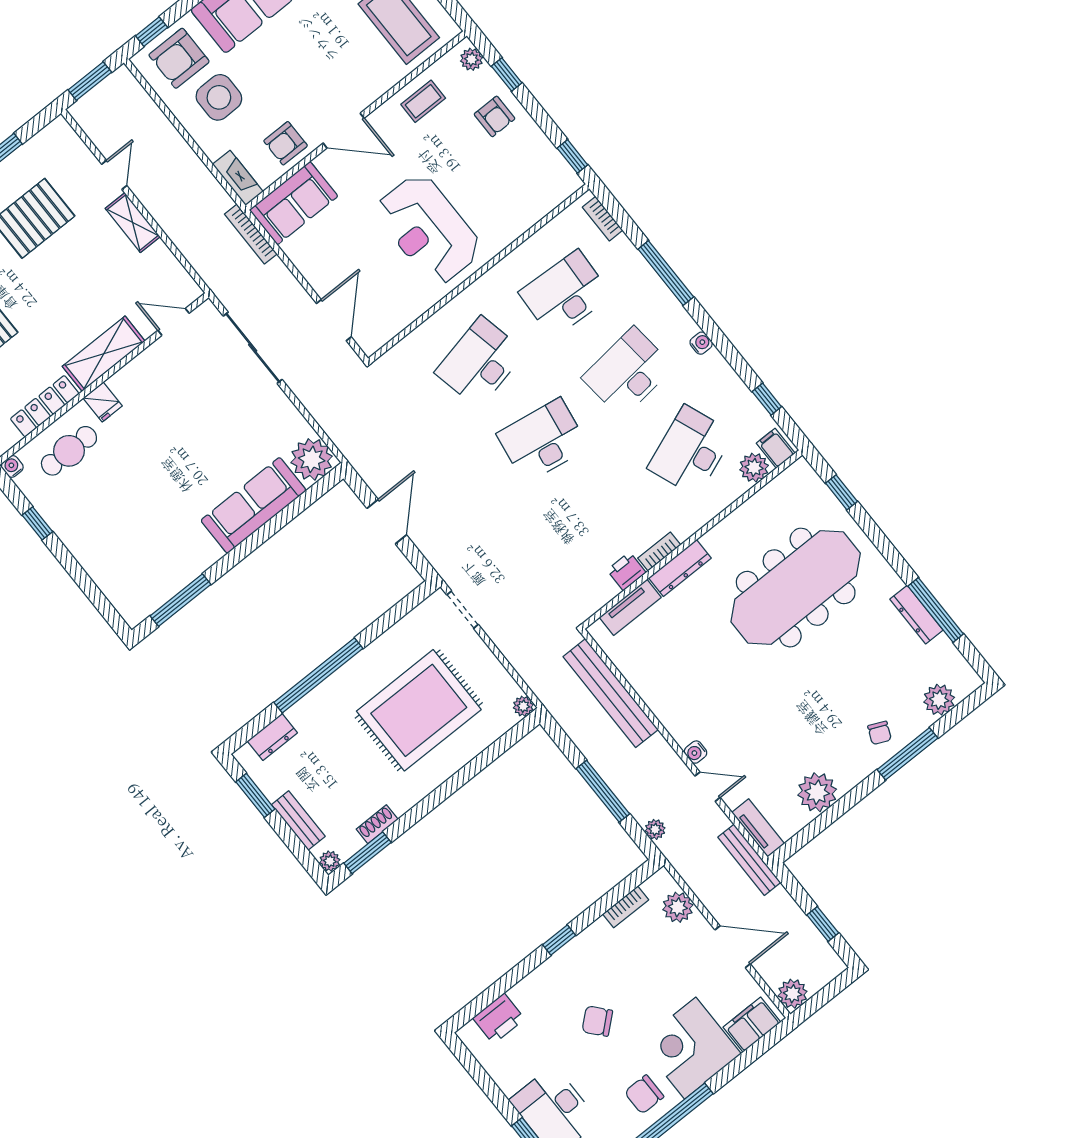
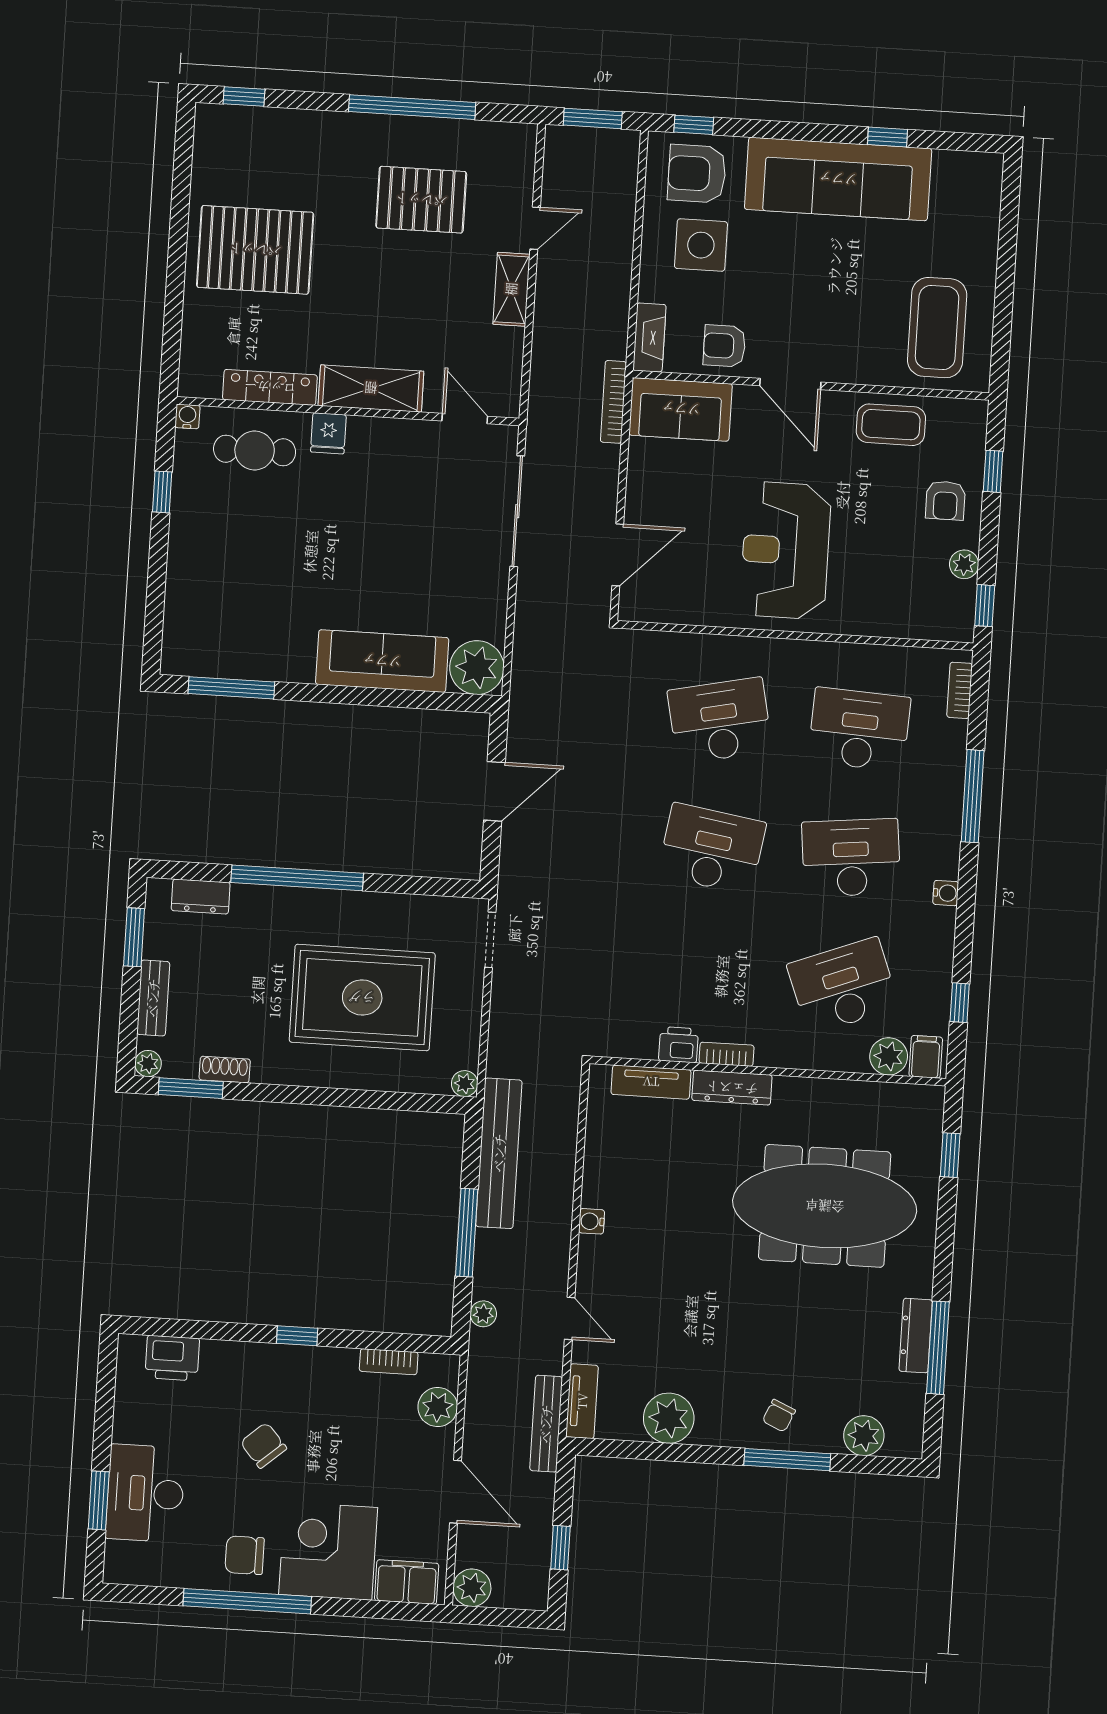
plant: (471, 59) -> (964, 564), moved
coffee table: (423, 101) -> (891, 425), width x1.36, depth x1.30
bench: (611, 693) -> (499, 1153), moved
water cooler: (696, 752) -> (592, 1221), moved

